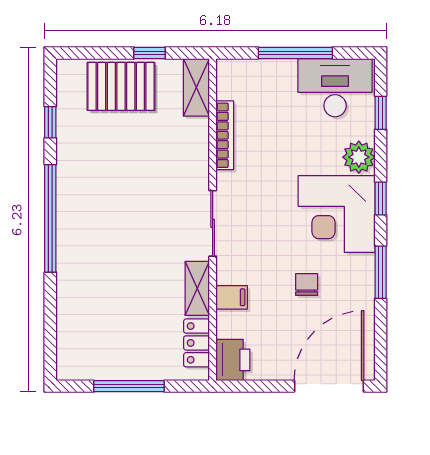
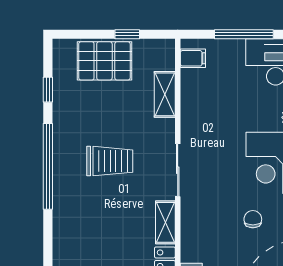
shelving: (196, 87) -> (165, 94), moved
bookcase: (225, 135) -> (187, 100), removed
trolley: (128, 212) -> (110, 161), added
filing cabinet: (232, 297) -> (193, 58), moved

